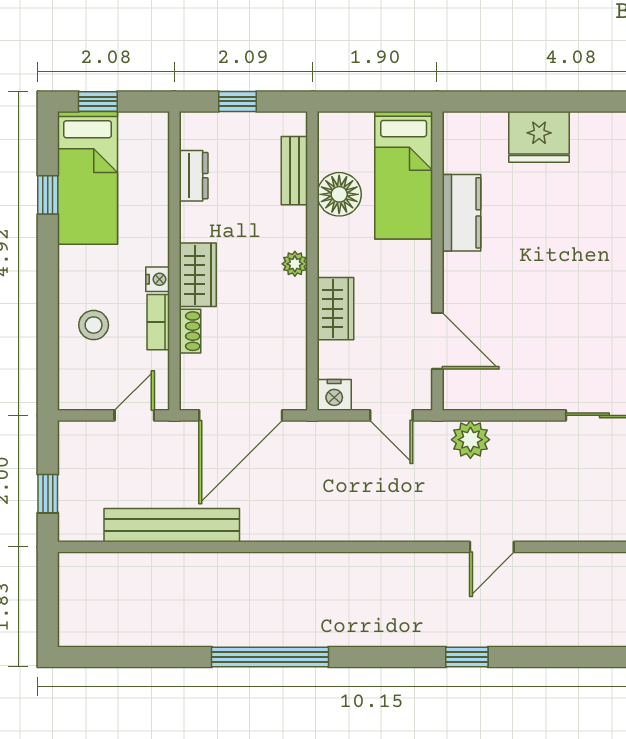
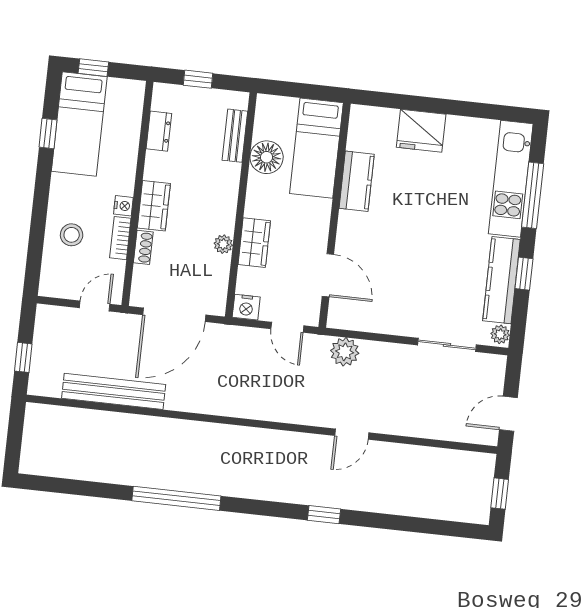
plant: (295, 264) -> (223, 244), moved

